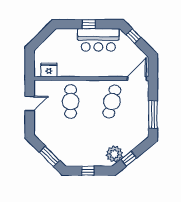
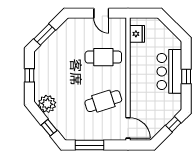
bar counter: (98, 40) -> (169, 71), moved
cafe table: (112, 102) -> (103, 101), turned -33
window: (129, 159) -> (49, 128), moved

